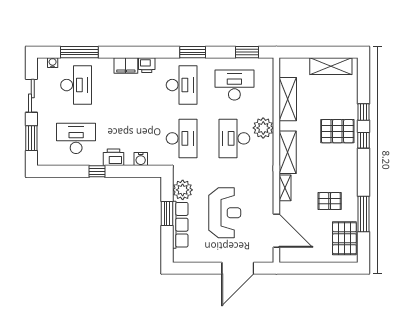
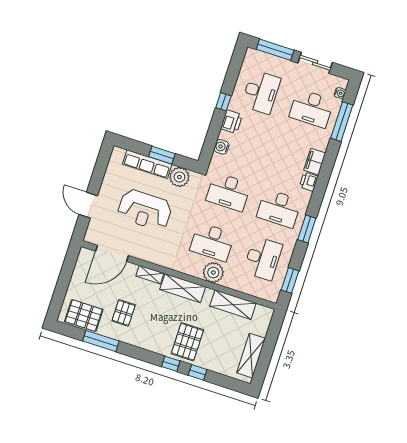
window: (31, 138) -> (275, 50), width x1.44
desk: (234, 138) -> (212, 242), turned 180
door: (238, 268) -> (88, 205), width x0.73

